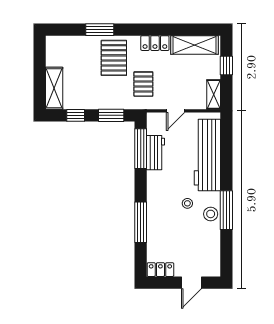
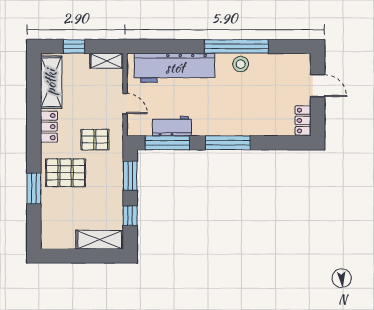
stool: (187, 203) -> (229, 90), removed
window: (226, 210) -> (236, 46), width x1.46
window: (141, 222) -> (228, 143), moved

